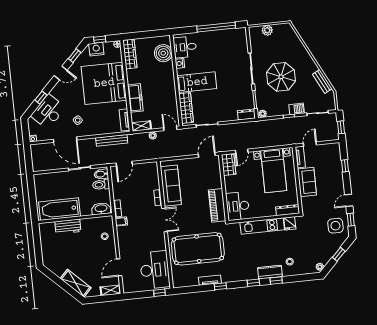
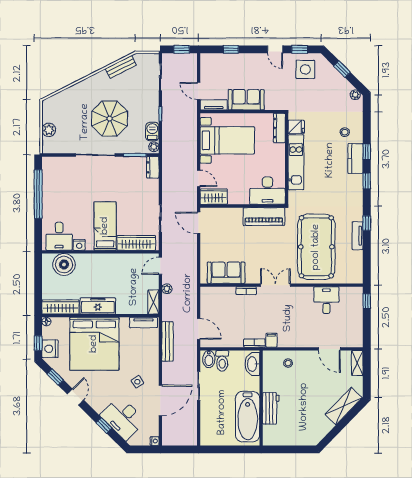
freezer: (135, 98) -> (98, 306), moved
barbecue: (297, 109) -> (152, 132), moved
sofa: (171, 186) -> (226, 273), width x0.73
desk: (155, 270) -> (326, 300), width x0.53, depth x0.77

